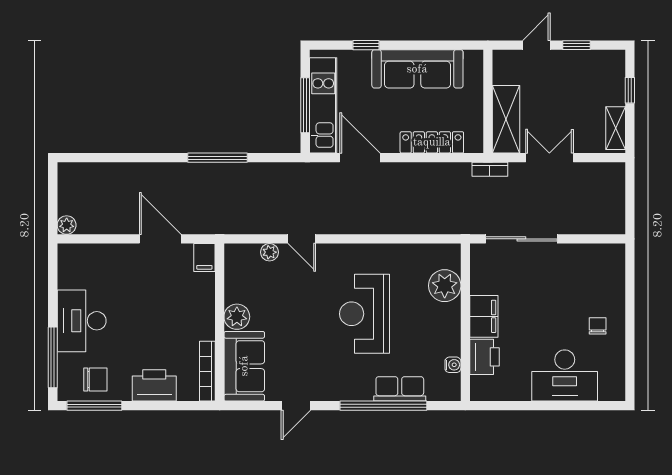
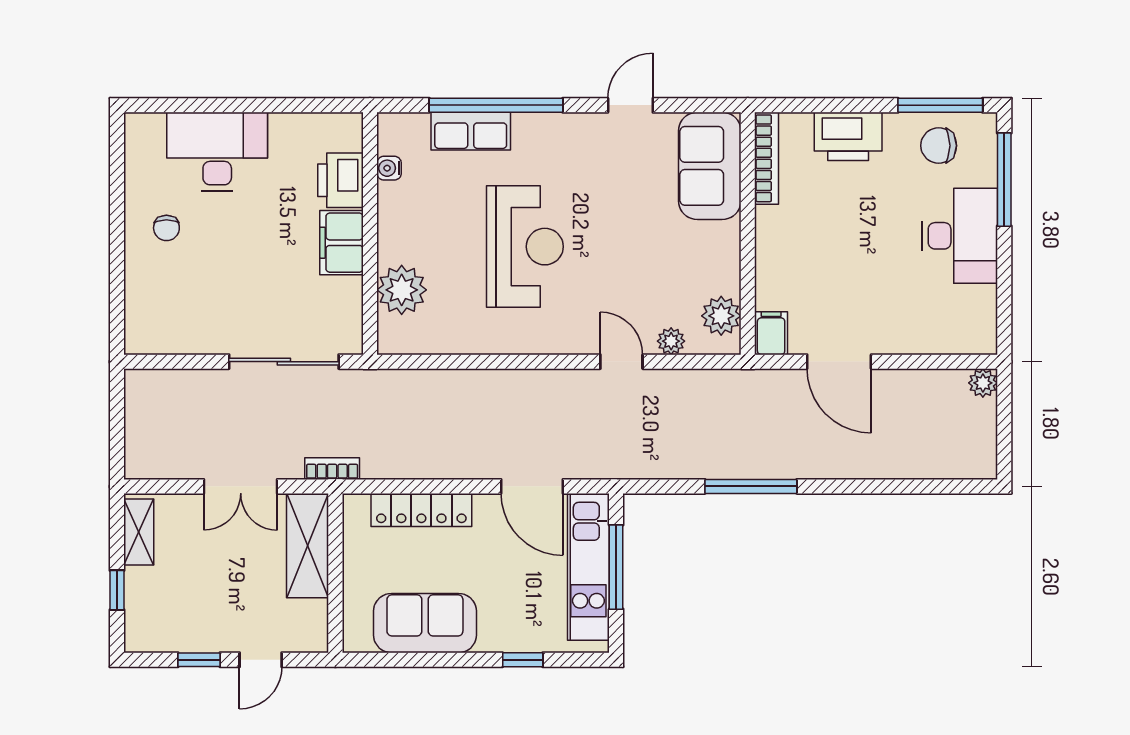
sofa: (417, 69) -> (425, 623), width x0.73
plant: (237, 317) -> (721, 316), moved

